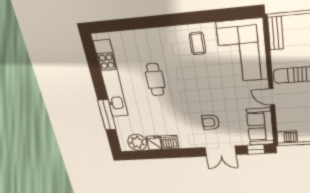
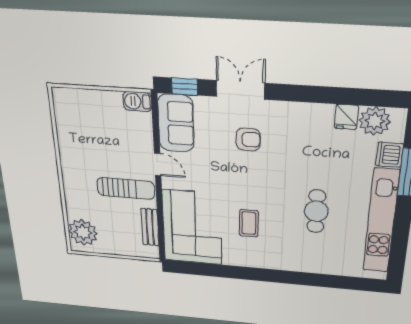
bench: (276, 33) -> (150, 227), moved
coffee table: (197, 43) -> (249, 223), moved
dishwasher: (170, 142) -> (389, 155), moved, turned 90

